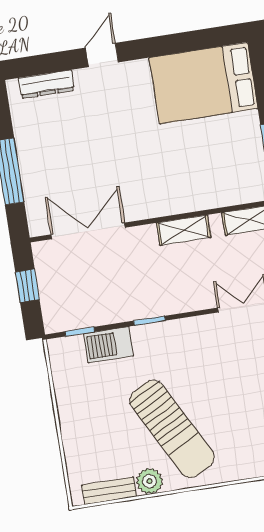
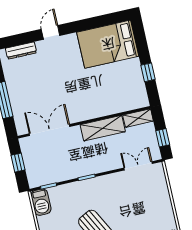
shelving: (184, 230) -> (103, 128), width x1.50, depth x1.33
barbecue: (109, 345) -> (41, 202), moved, turned -90

